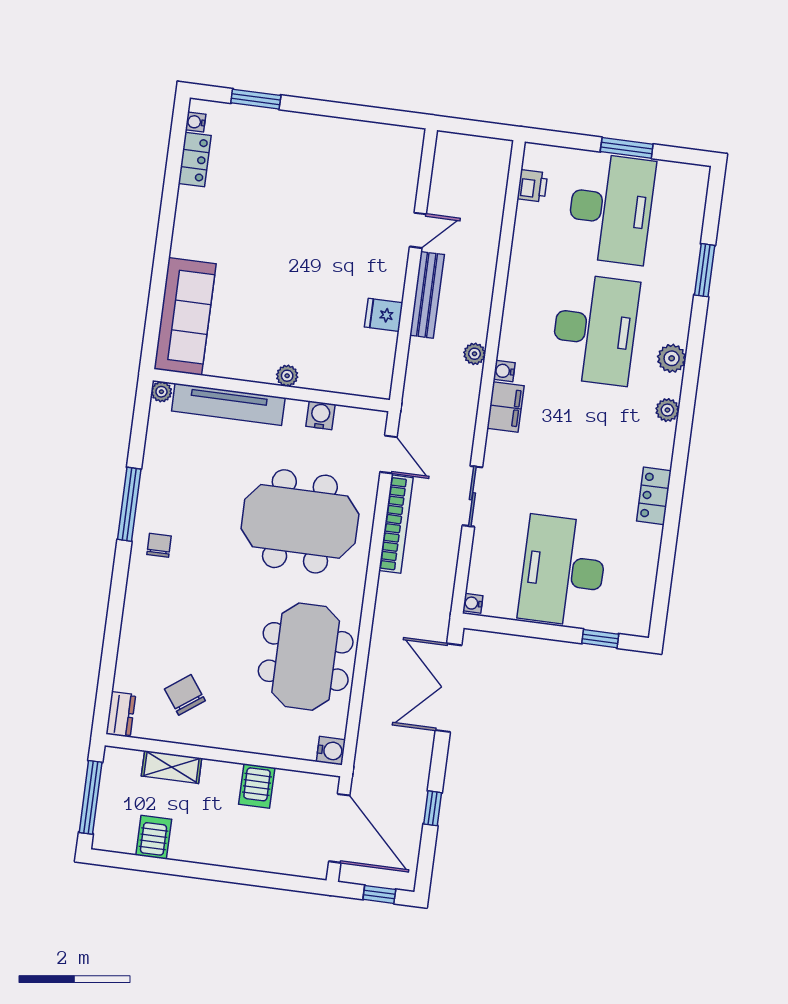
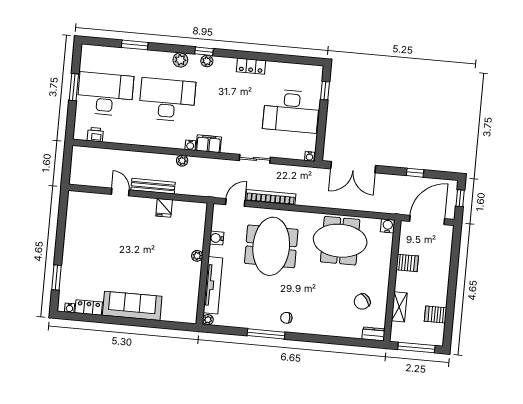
sofa: (185, 316) -> (132, 306), moved
window: (687, 405) -> (204, 51), added

